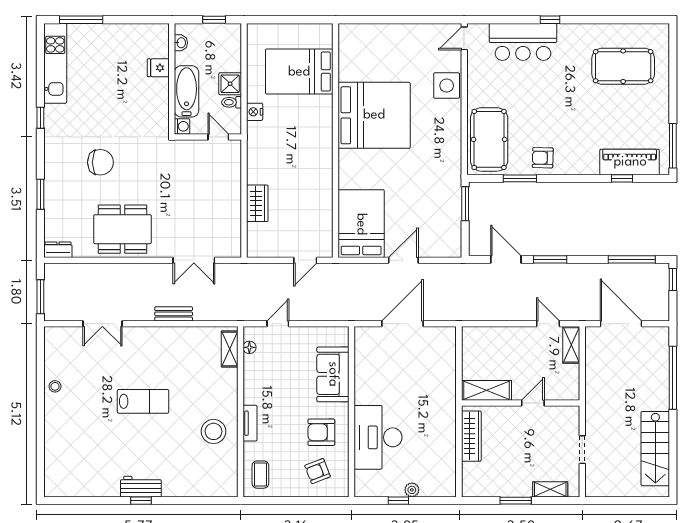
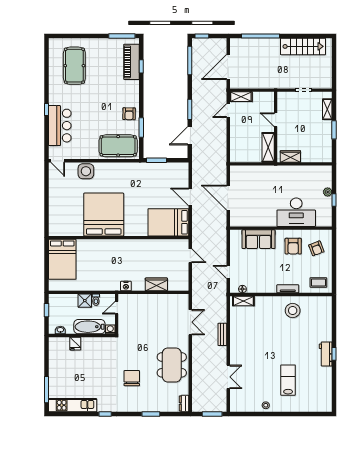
bed: (299, 72) -> (62, 259), moved
nightstand: (255, 112) -> (126, 286), moved
lab bench: (143, 401) -> (288, 380), moved
wardrobe: (471, 436) -> (290, 156), width x0.67

